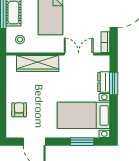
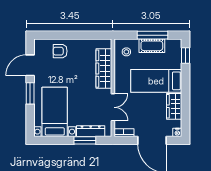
dresser: (104, 82) -> (91, 131), width x1.44
armchair: (19, 110) -> (60, 51), turned 180
window: (82, 142) -> (30, 93), moved

